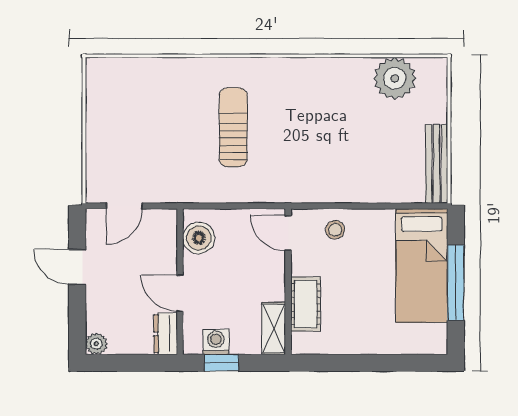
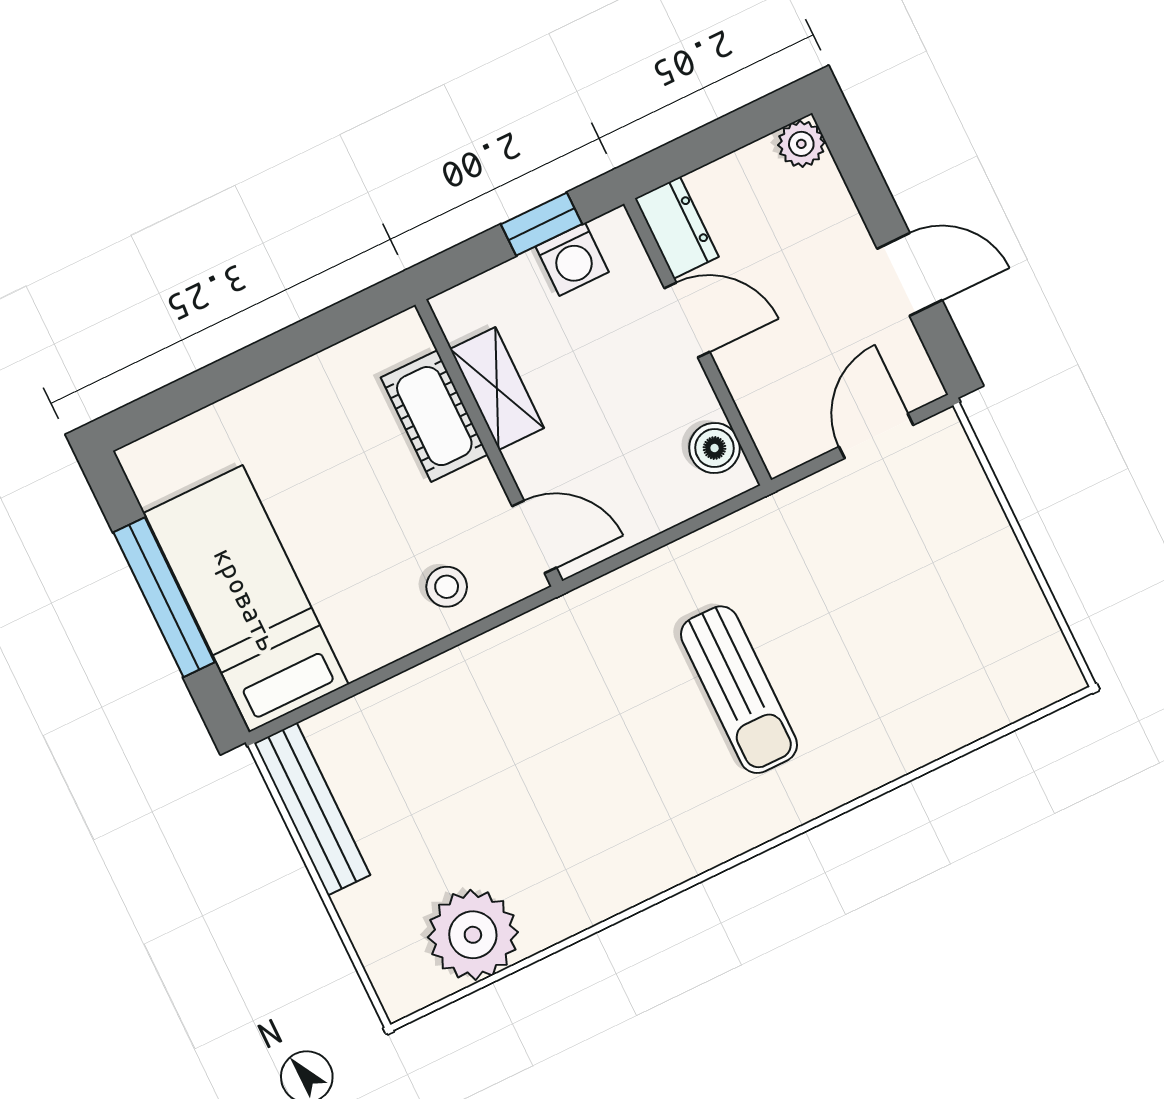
boiler: (199, 238) -> (714, 448), width x0.73, depth x0.73
shelving: (274, 328) -> (497, 388), moved

